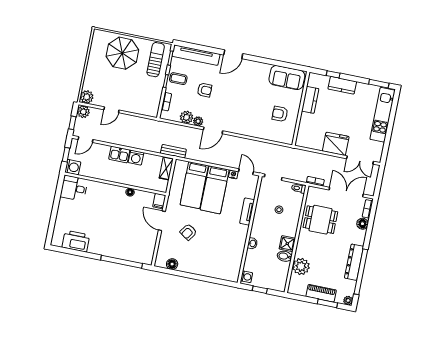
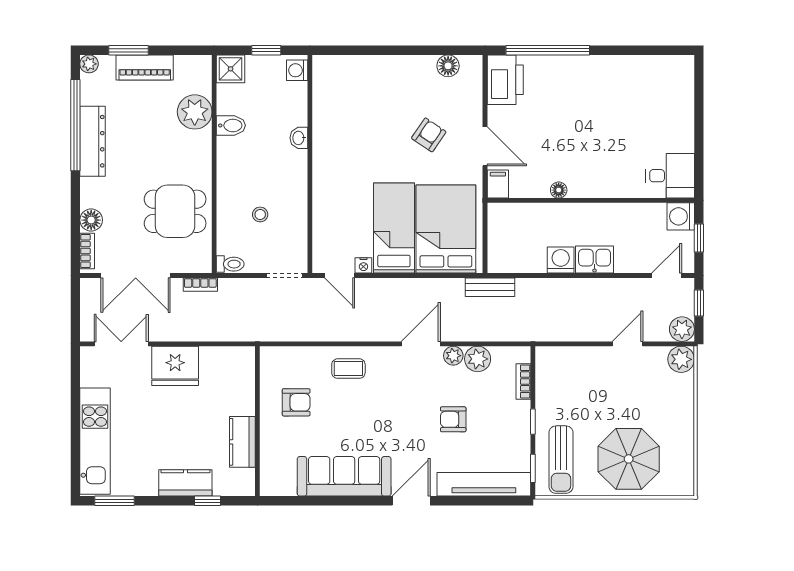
sofa: (287, 78) -> (344, 476), moved, width x1.36
coffee table: (178, 79) -> (348, 369), moved
shelving: (166, 168) -> (497, 251), removed
bed: (194, 185) -> (446, 229), width x1.50
tv unit: (247, 211) -> (322, 198), removed
printer: (76, 241) -> (505, 80), moved, turned -90
shower: (287, 244) -> (231, 69), moved

